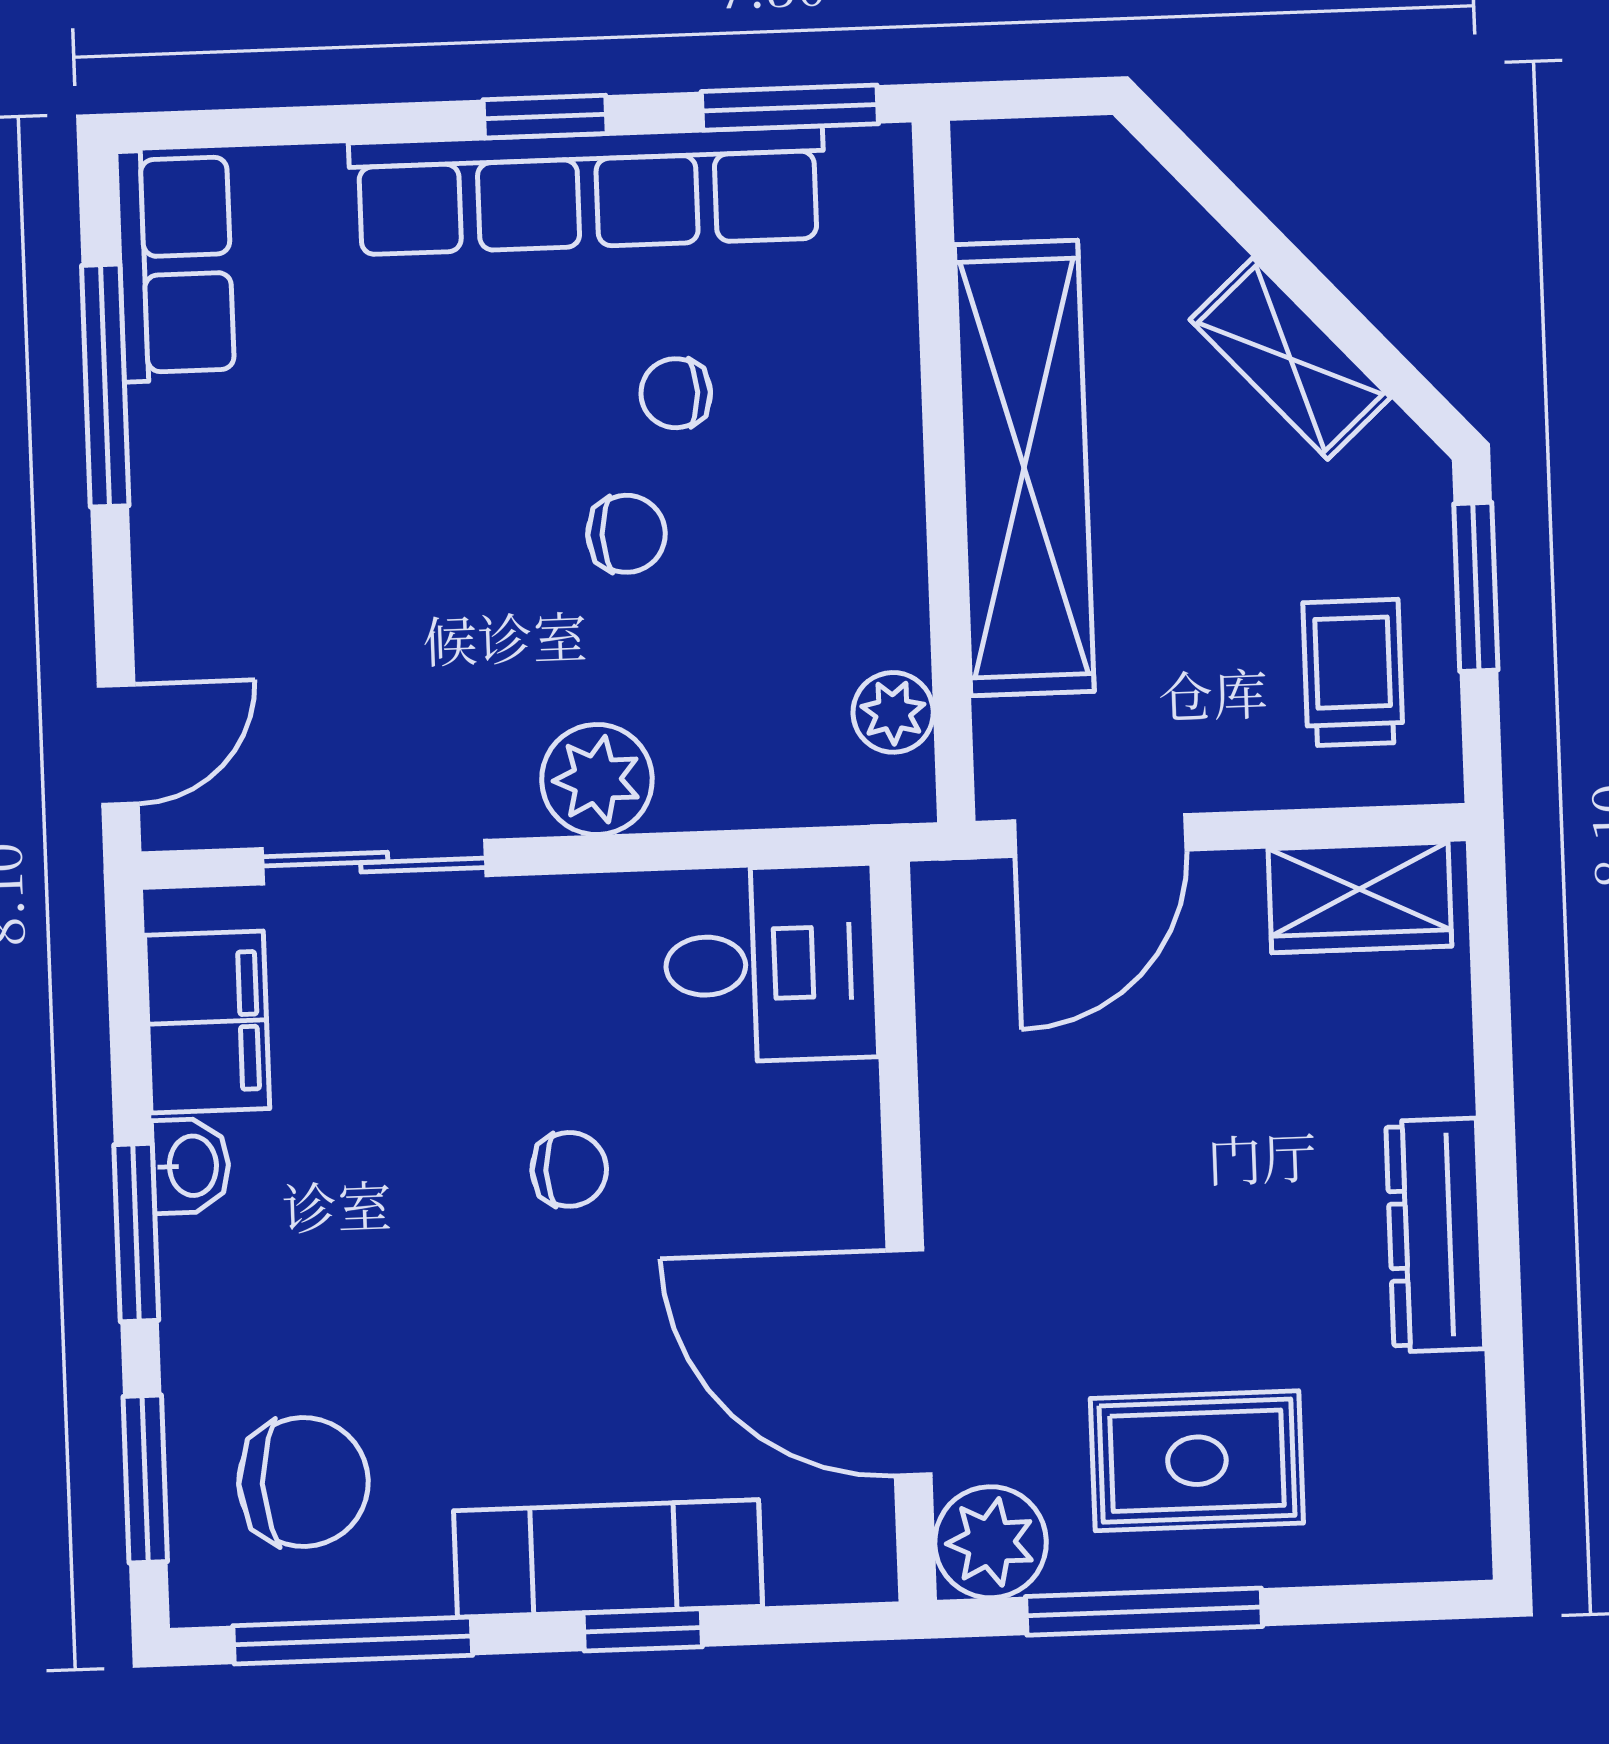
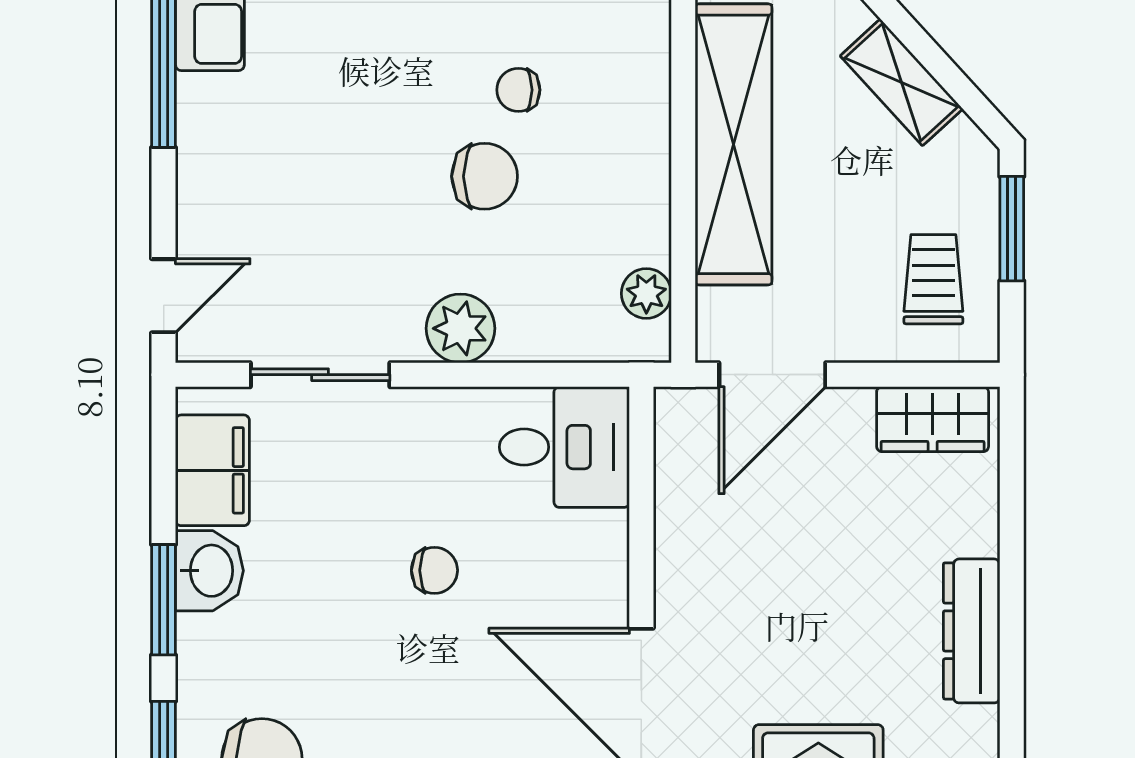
chair: (627, 534) -> (485, 176), width x1.37, depth x1.37
washbasin: (191, 1166) -> (209, 571), width x1.38, depth x1.45

